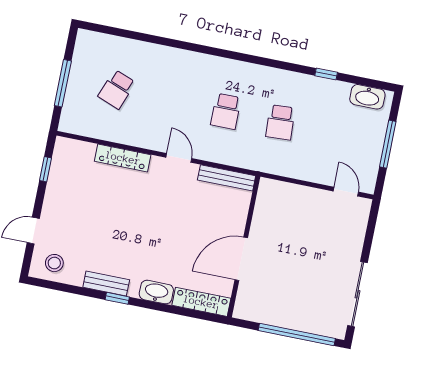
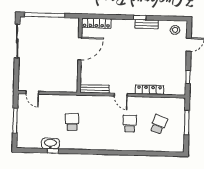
washbasin: (367, 97) -> (50, 143), moved
school desk: (226, 111) -> (130, 124), moved
washbasin: (156, 292) -> (120, 24), removed

